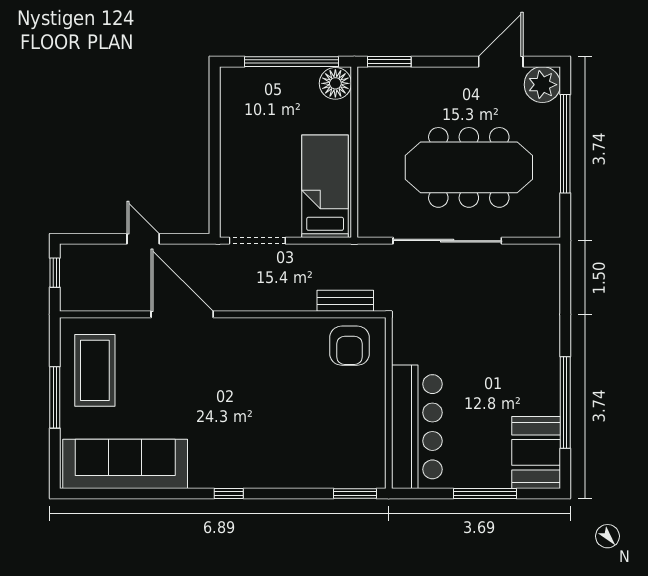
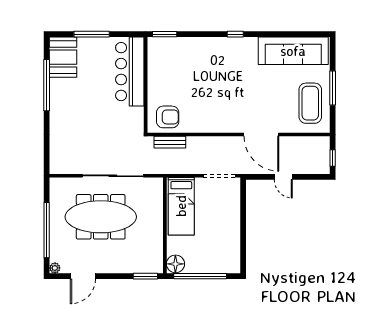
plant: (542, 85) -> (55, 268), width x0.53, depth x0.53
armchair: (349, 346) -> (168, 117), turned 90

